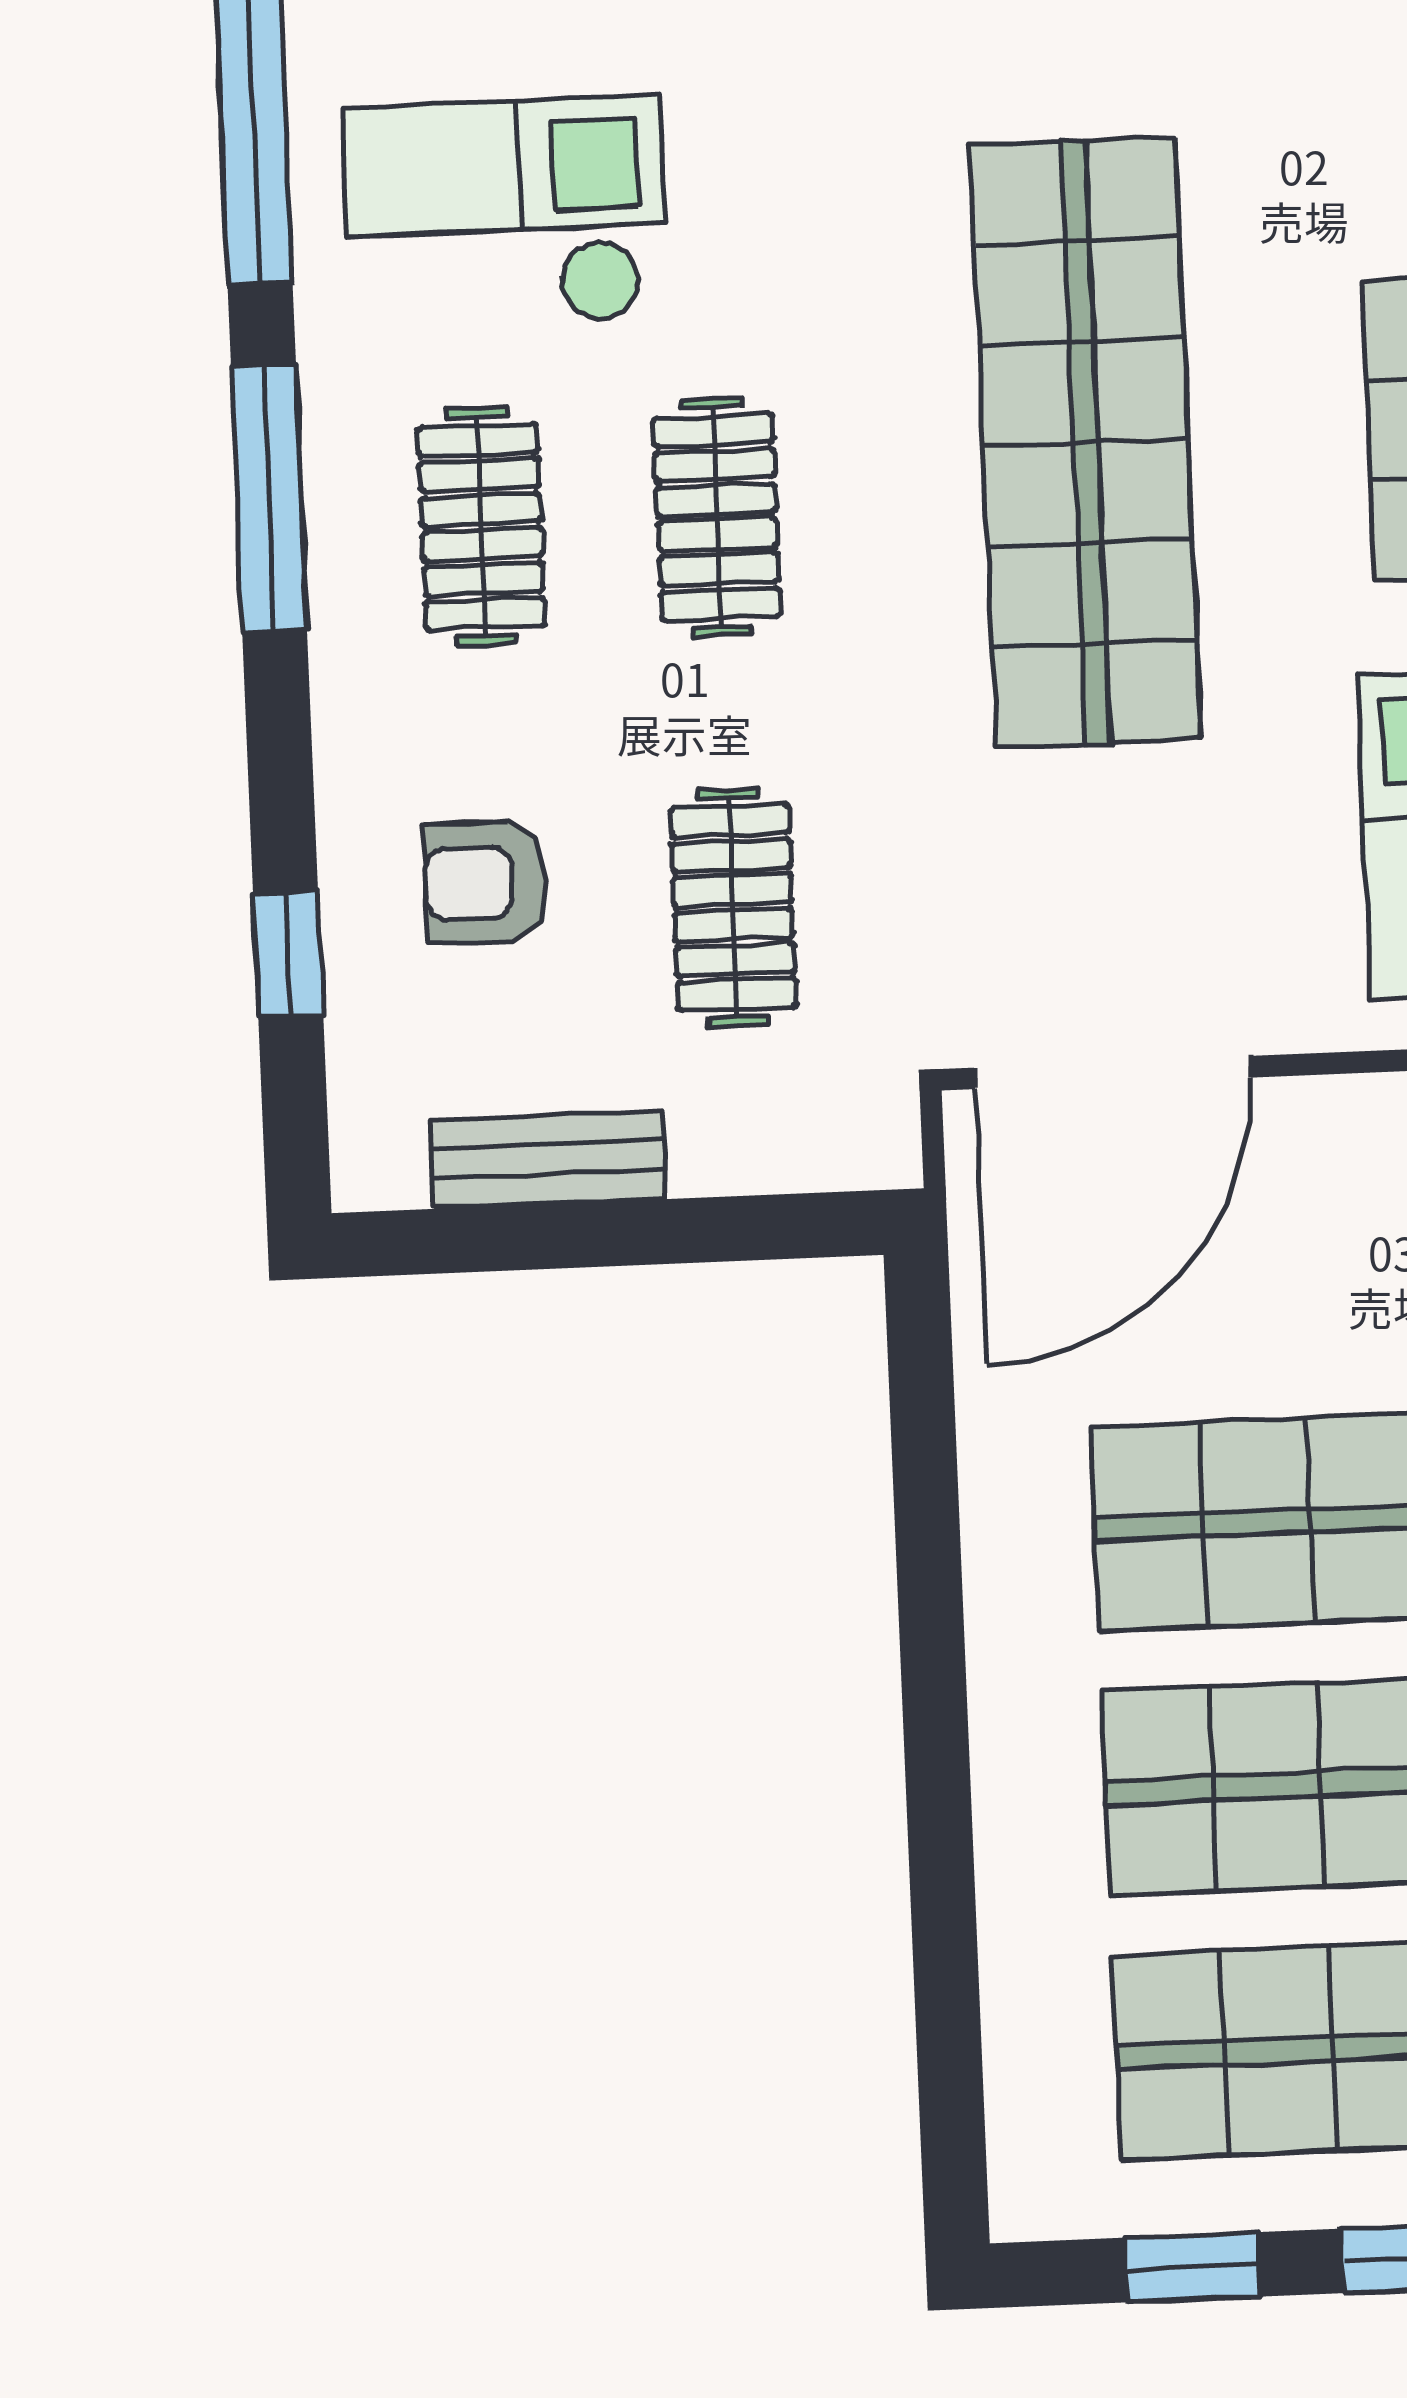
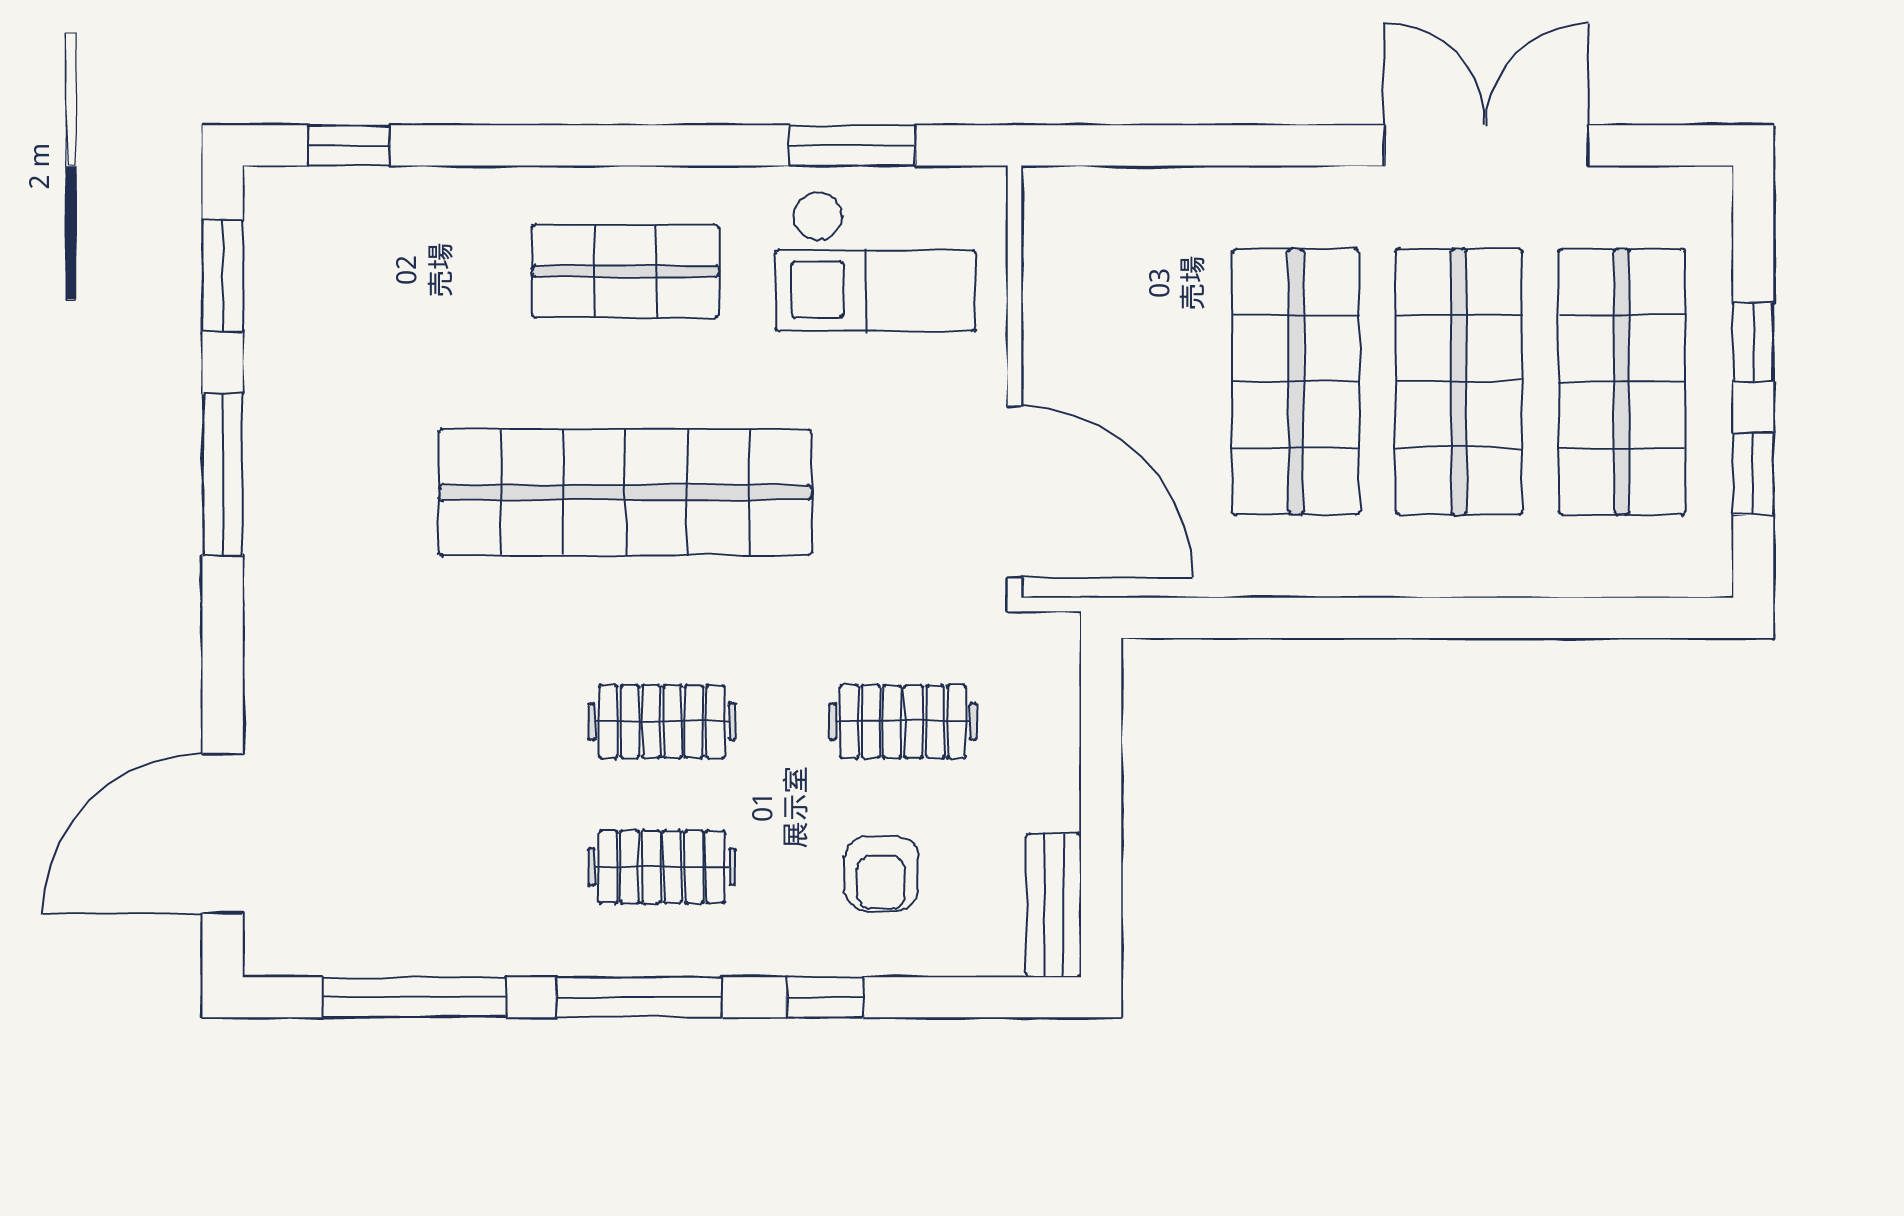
checkout: (505, 213) -> (469, 844), removed
window: (288, 954) -> (825, 997), moved
bench: (548, 1160) -> (1054, 905), moved

